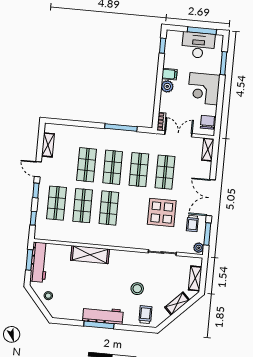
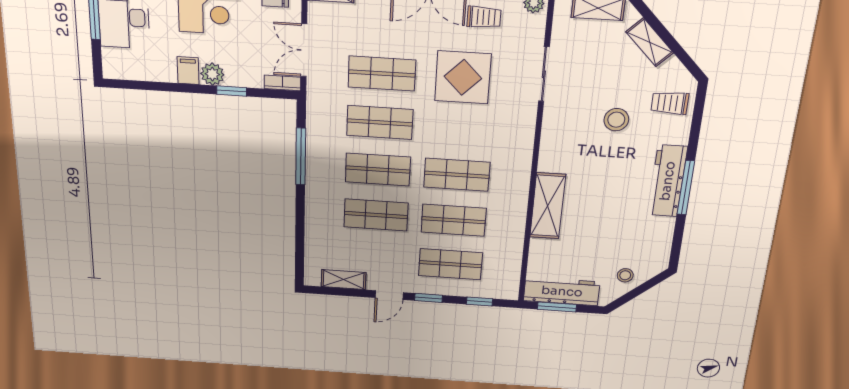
window: (163, 46) -> (232, 91), moved

